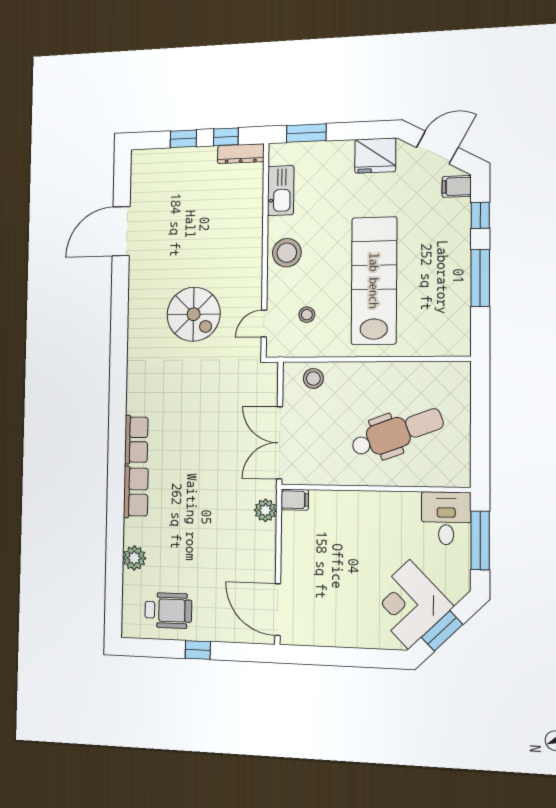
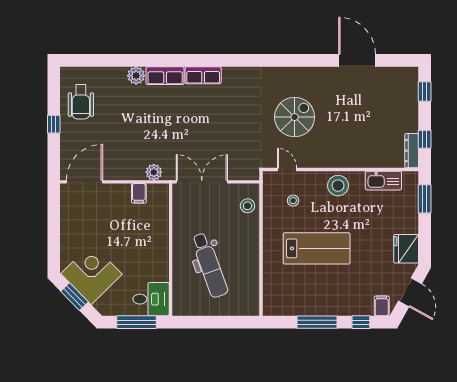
window: (183, 139) -> (425, 92), moved
lab bench: (374, 281) -> (317, 248), width x0.73
spiral stairs: (194, 314) -> (295, 117), turned 180
filing cabinet: (295, 500) -> (139, 193), moved
plant: (134, 558) -> (136, 76), moved

